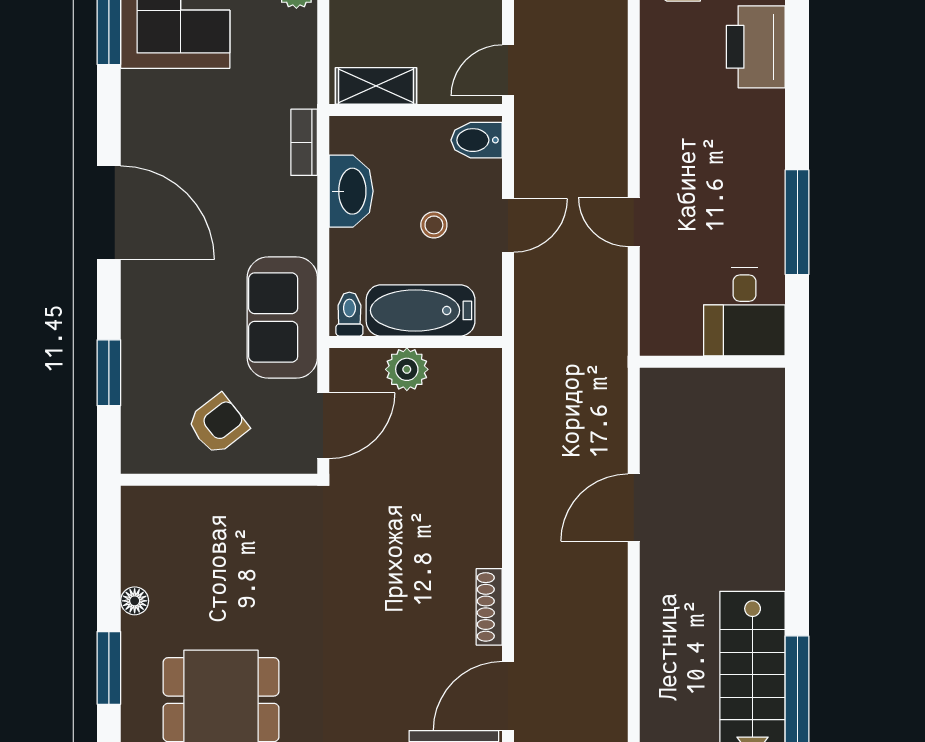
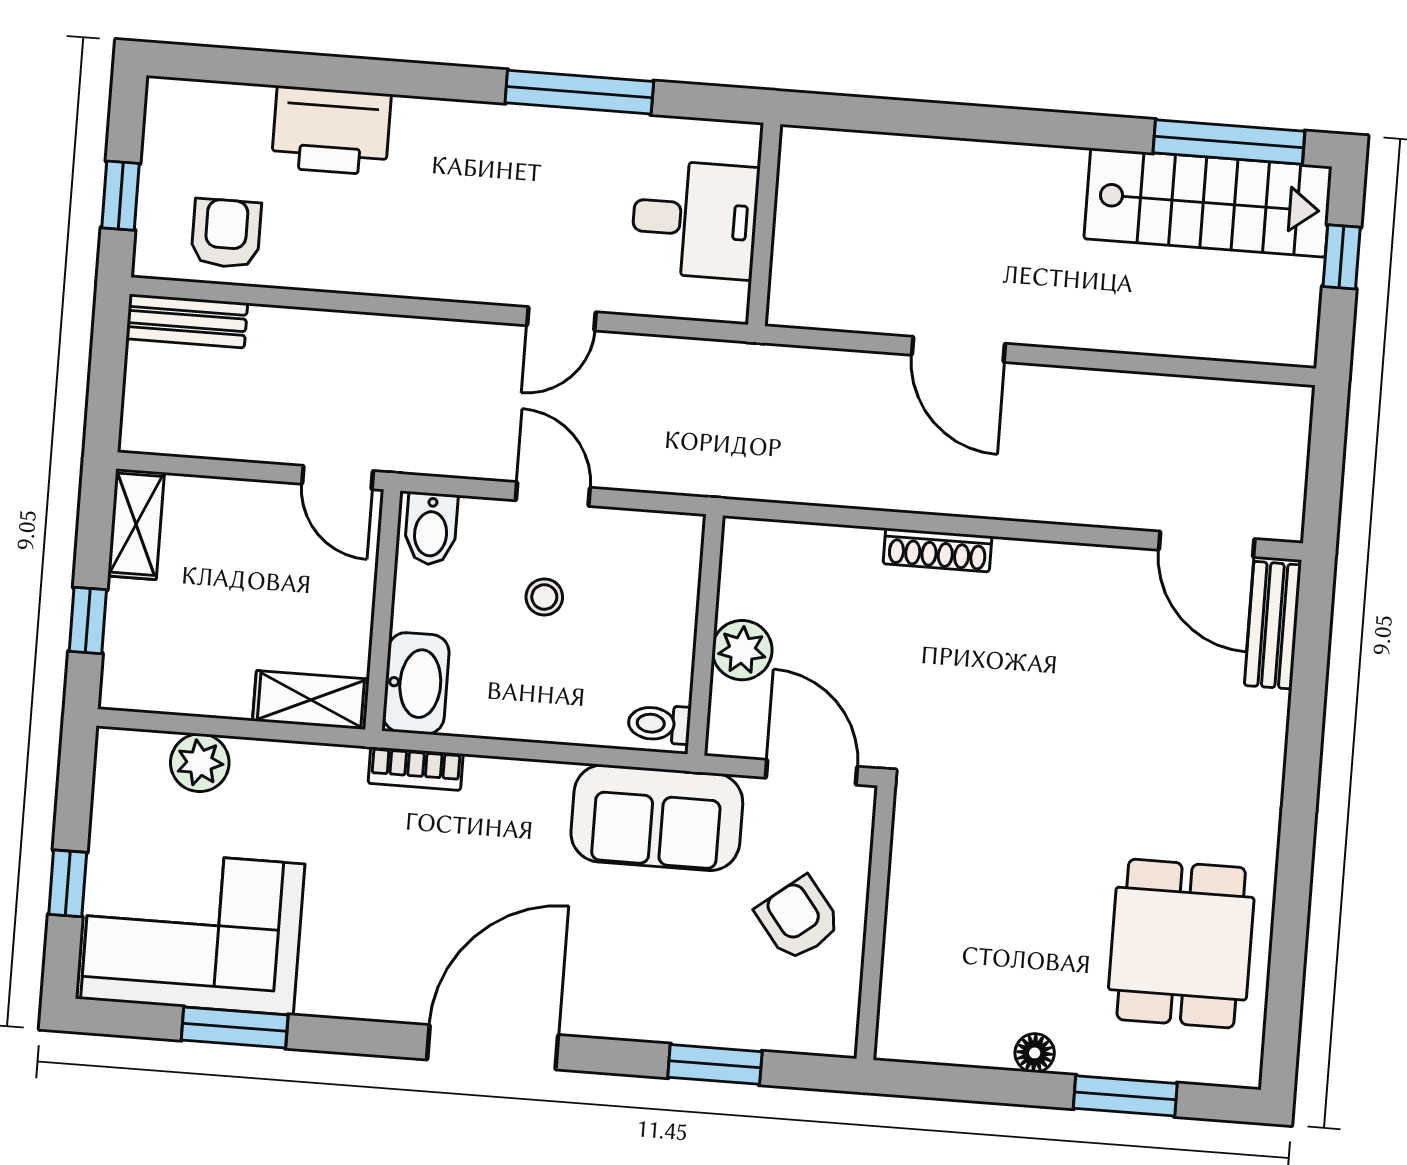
shelving: (376, 86) -> (311, 700), moved, turned 90
washbasin: (351, 191) -> (416, 683), moved, turned 90
bathtub: (421, 310) -> (662, 625), removed
desk: (744, 312) -> (695, 219), moved
shoe rack: (489, 607) -> (937, 550), moved

